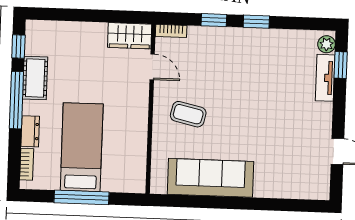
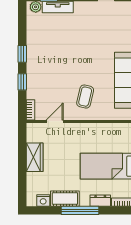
wardrobe: (130, 36) -> (35, 157), moved
nightstand: (34, 45) -> (43, 200), added
window: (18, 46) -> (44, 210), removed

